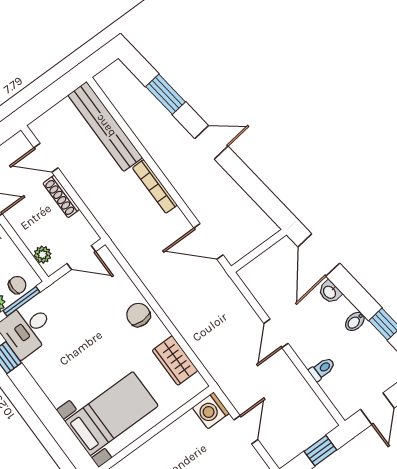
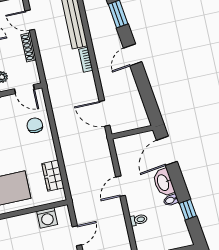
door: (211, 142) -> (133, 55), swing flipped
bookcase: (155, 186) -> (86, 60), width x0.64
washbasin: (330, 292) -> (163, 183), width x1.91, depth x1.45
chair: (138, 315) -> (35, 125), moved
washing machine: (211, 410) -> (47, 218), moved, turned -90

